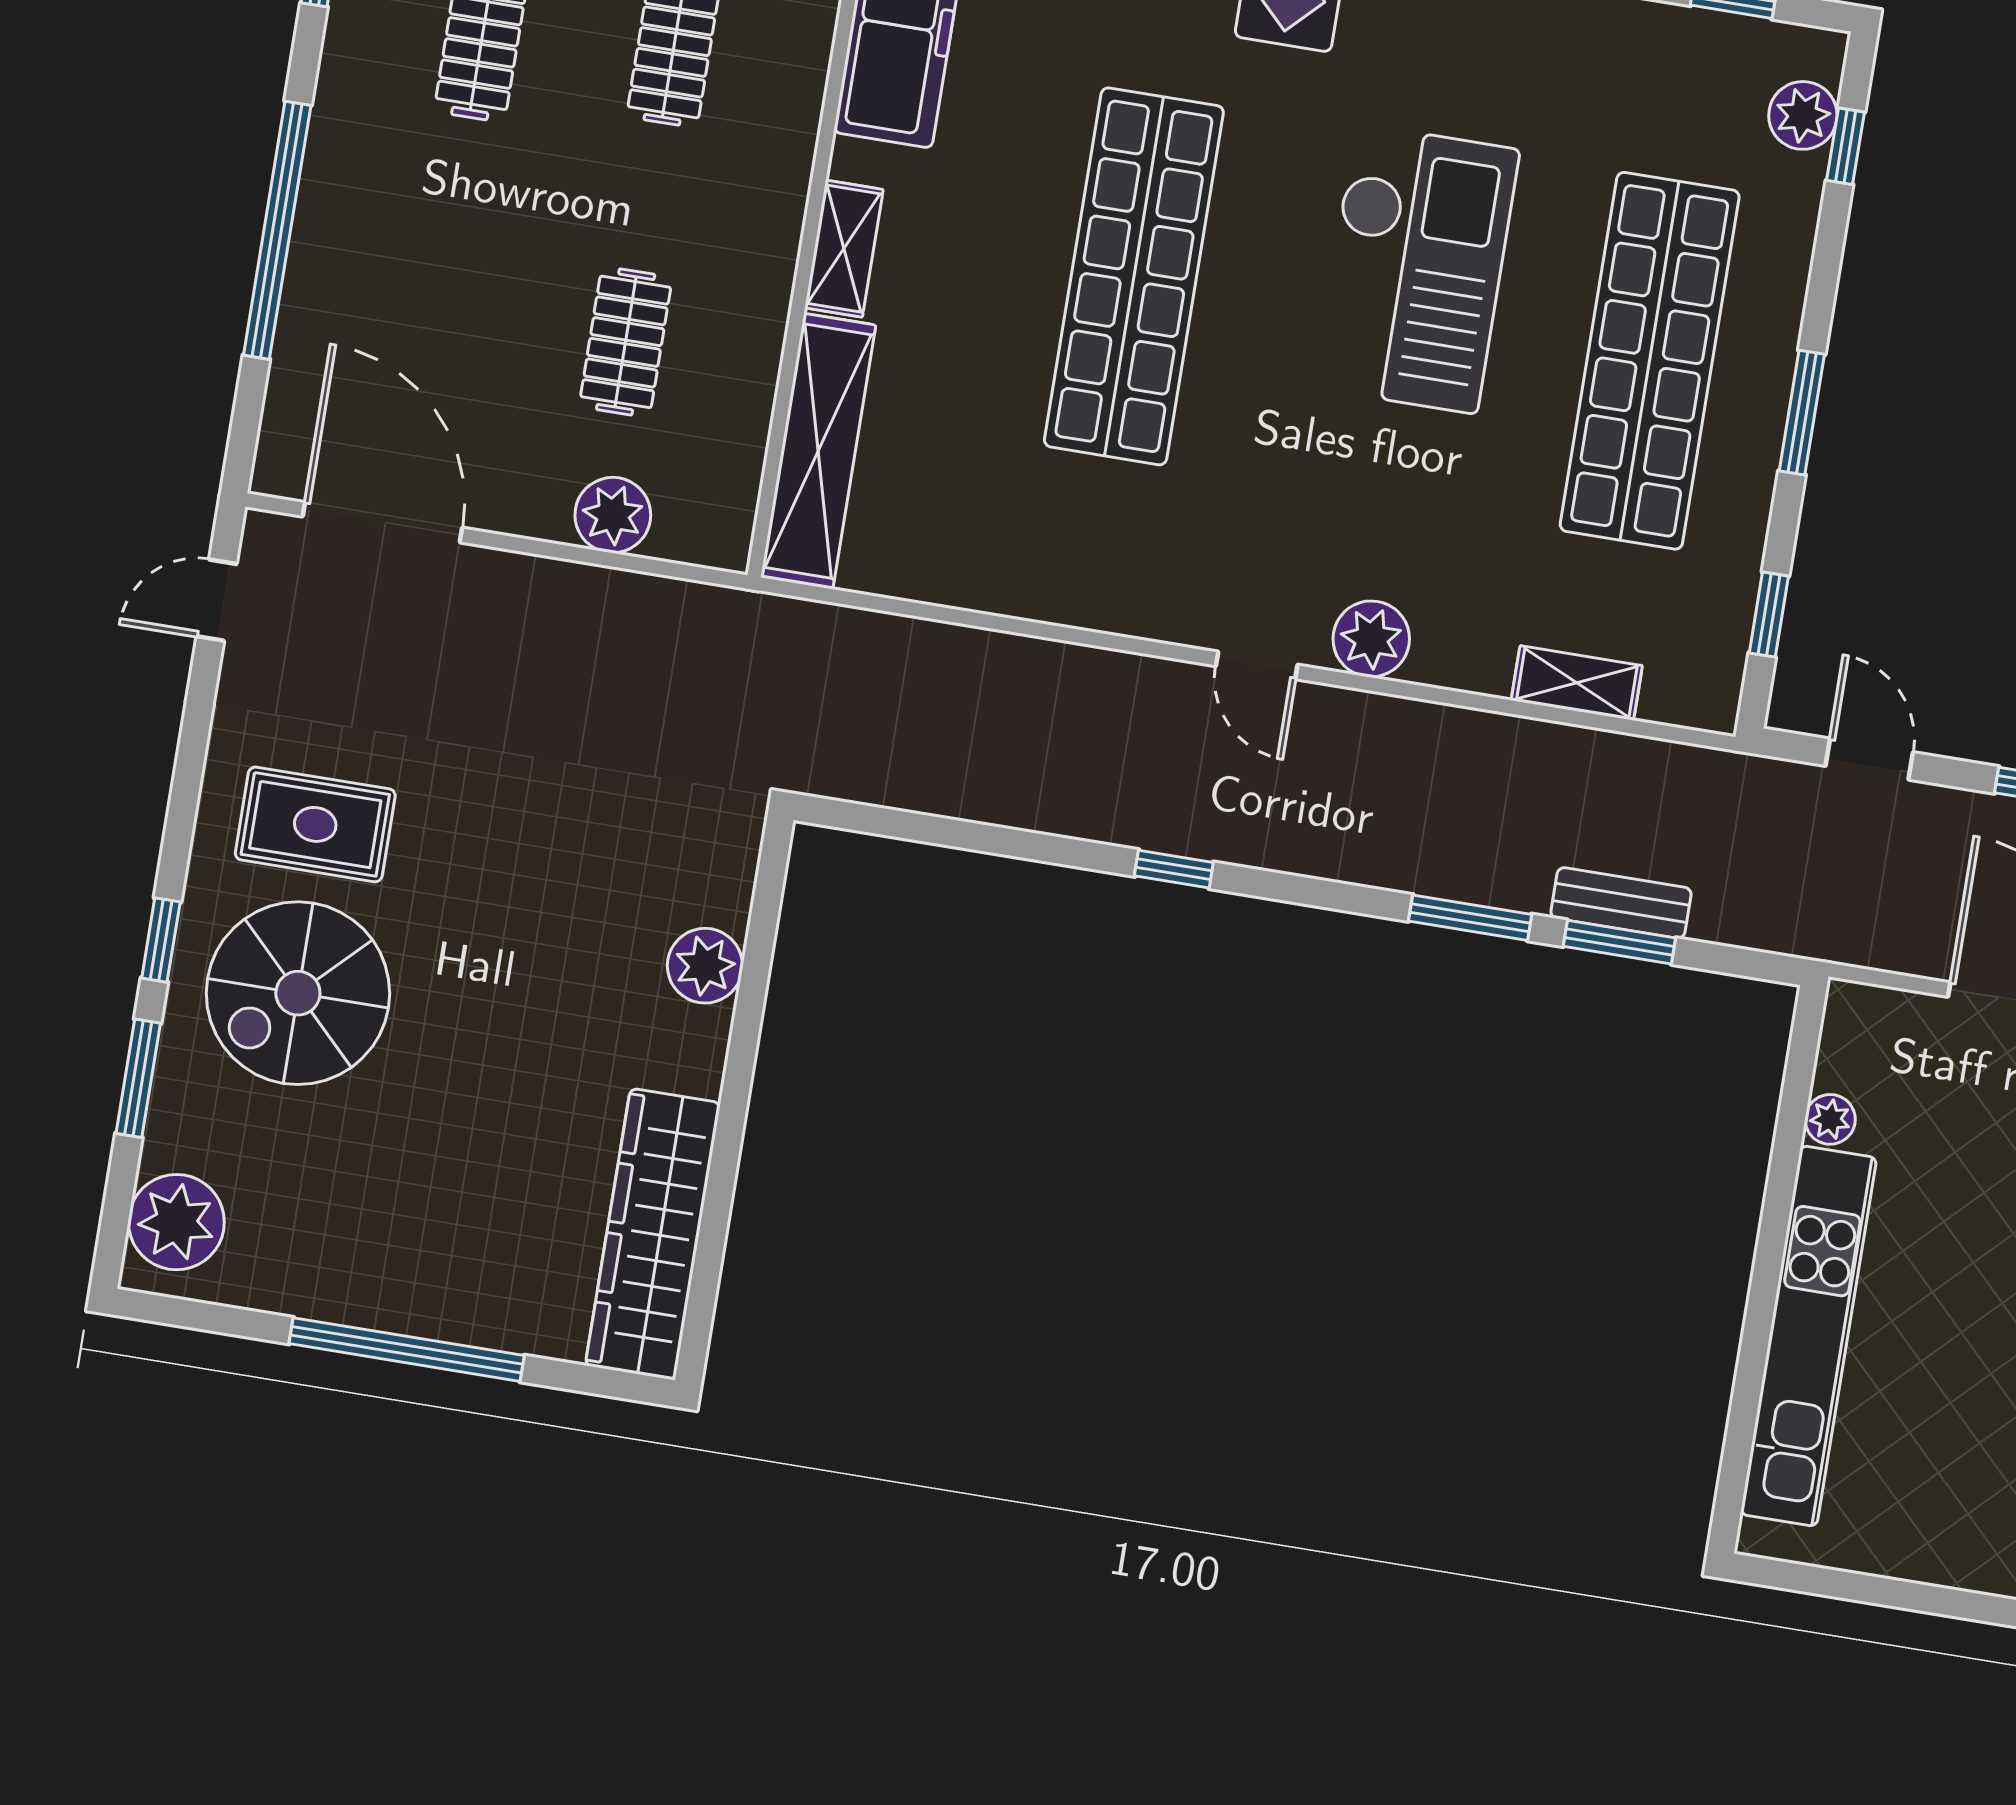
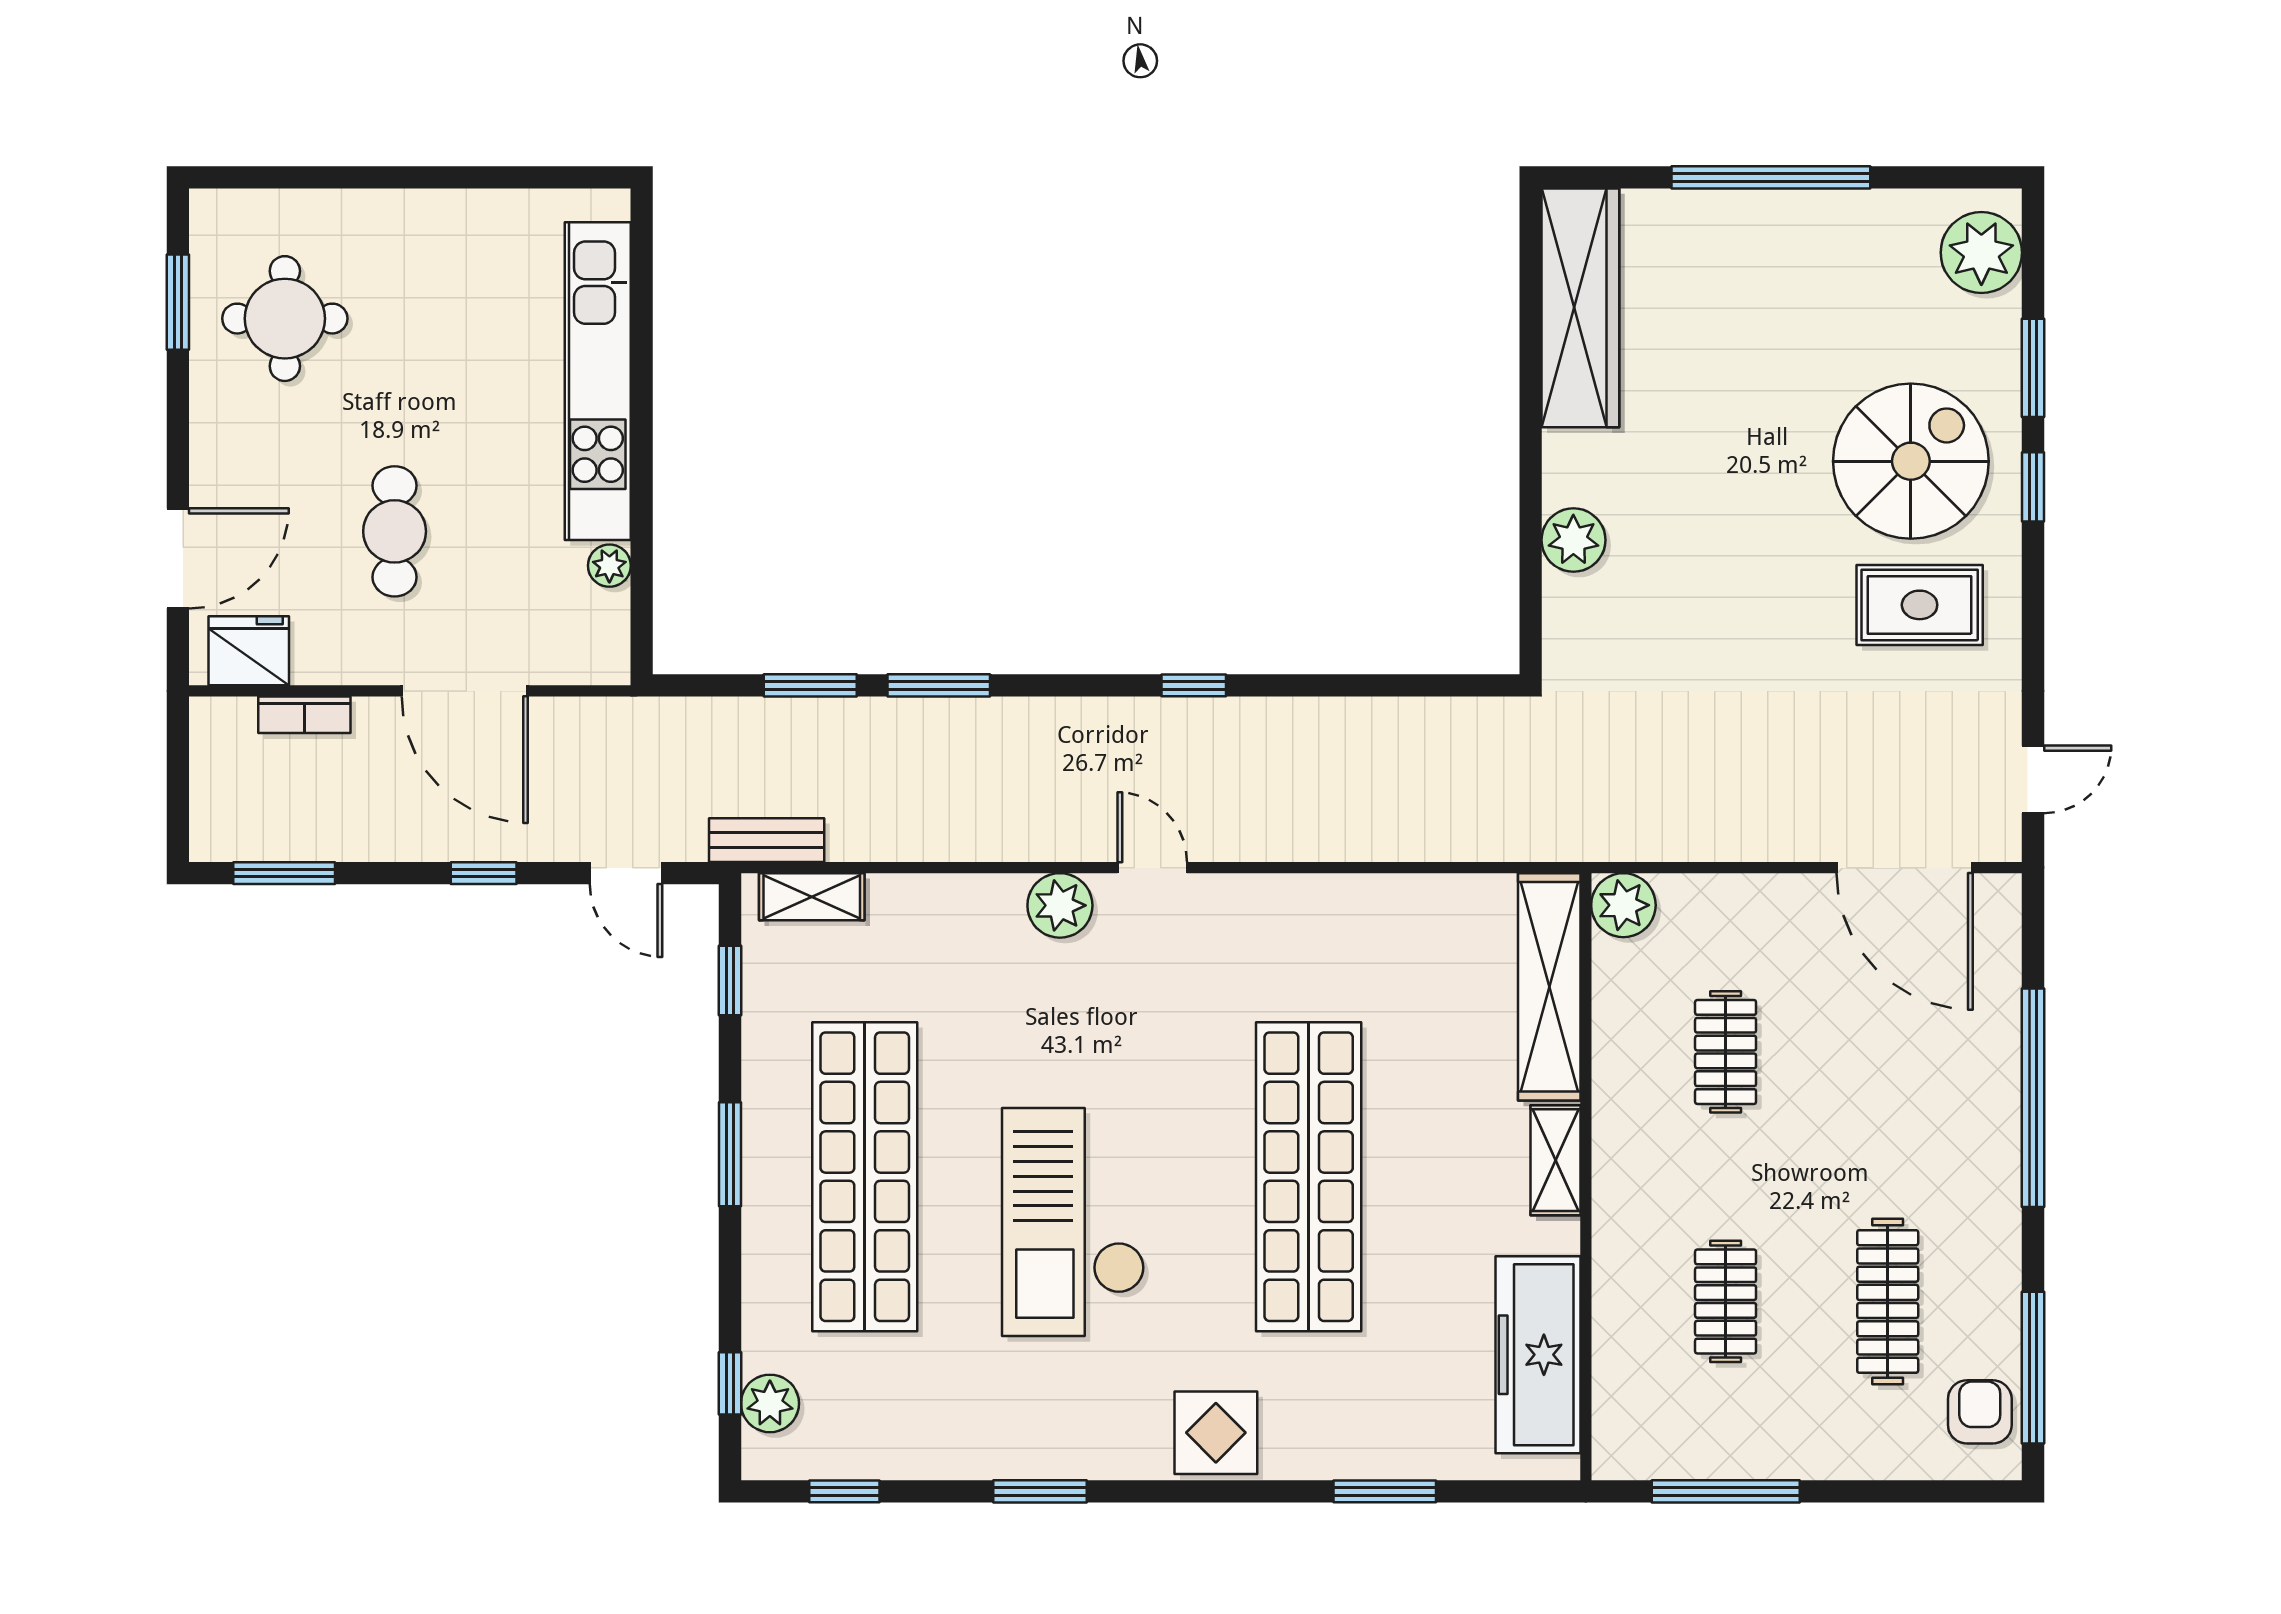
plant: (613, 515) -> (1623, 905), moved
shelving: (1577, 683) -> (812, 897), moved
bench: (1621, 903) -> (767, 840), moved

